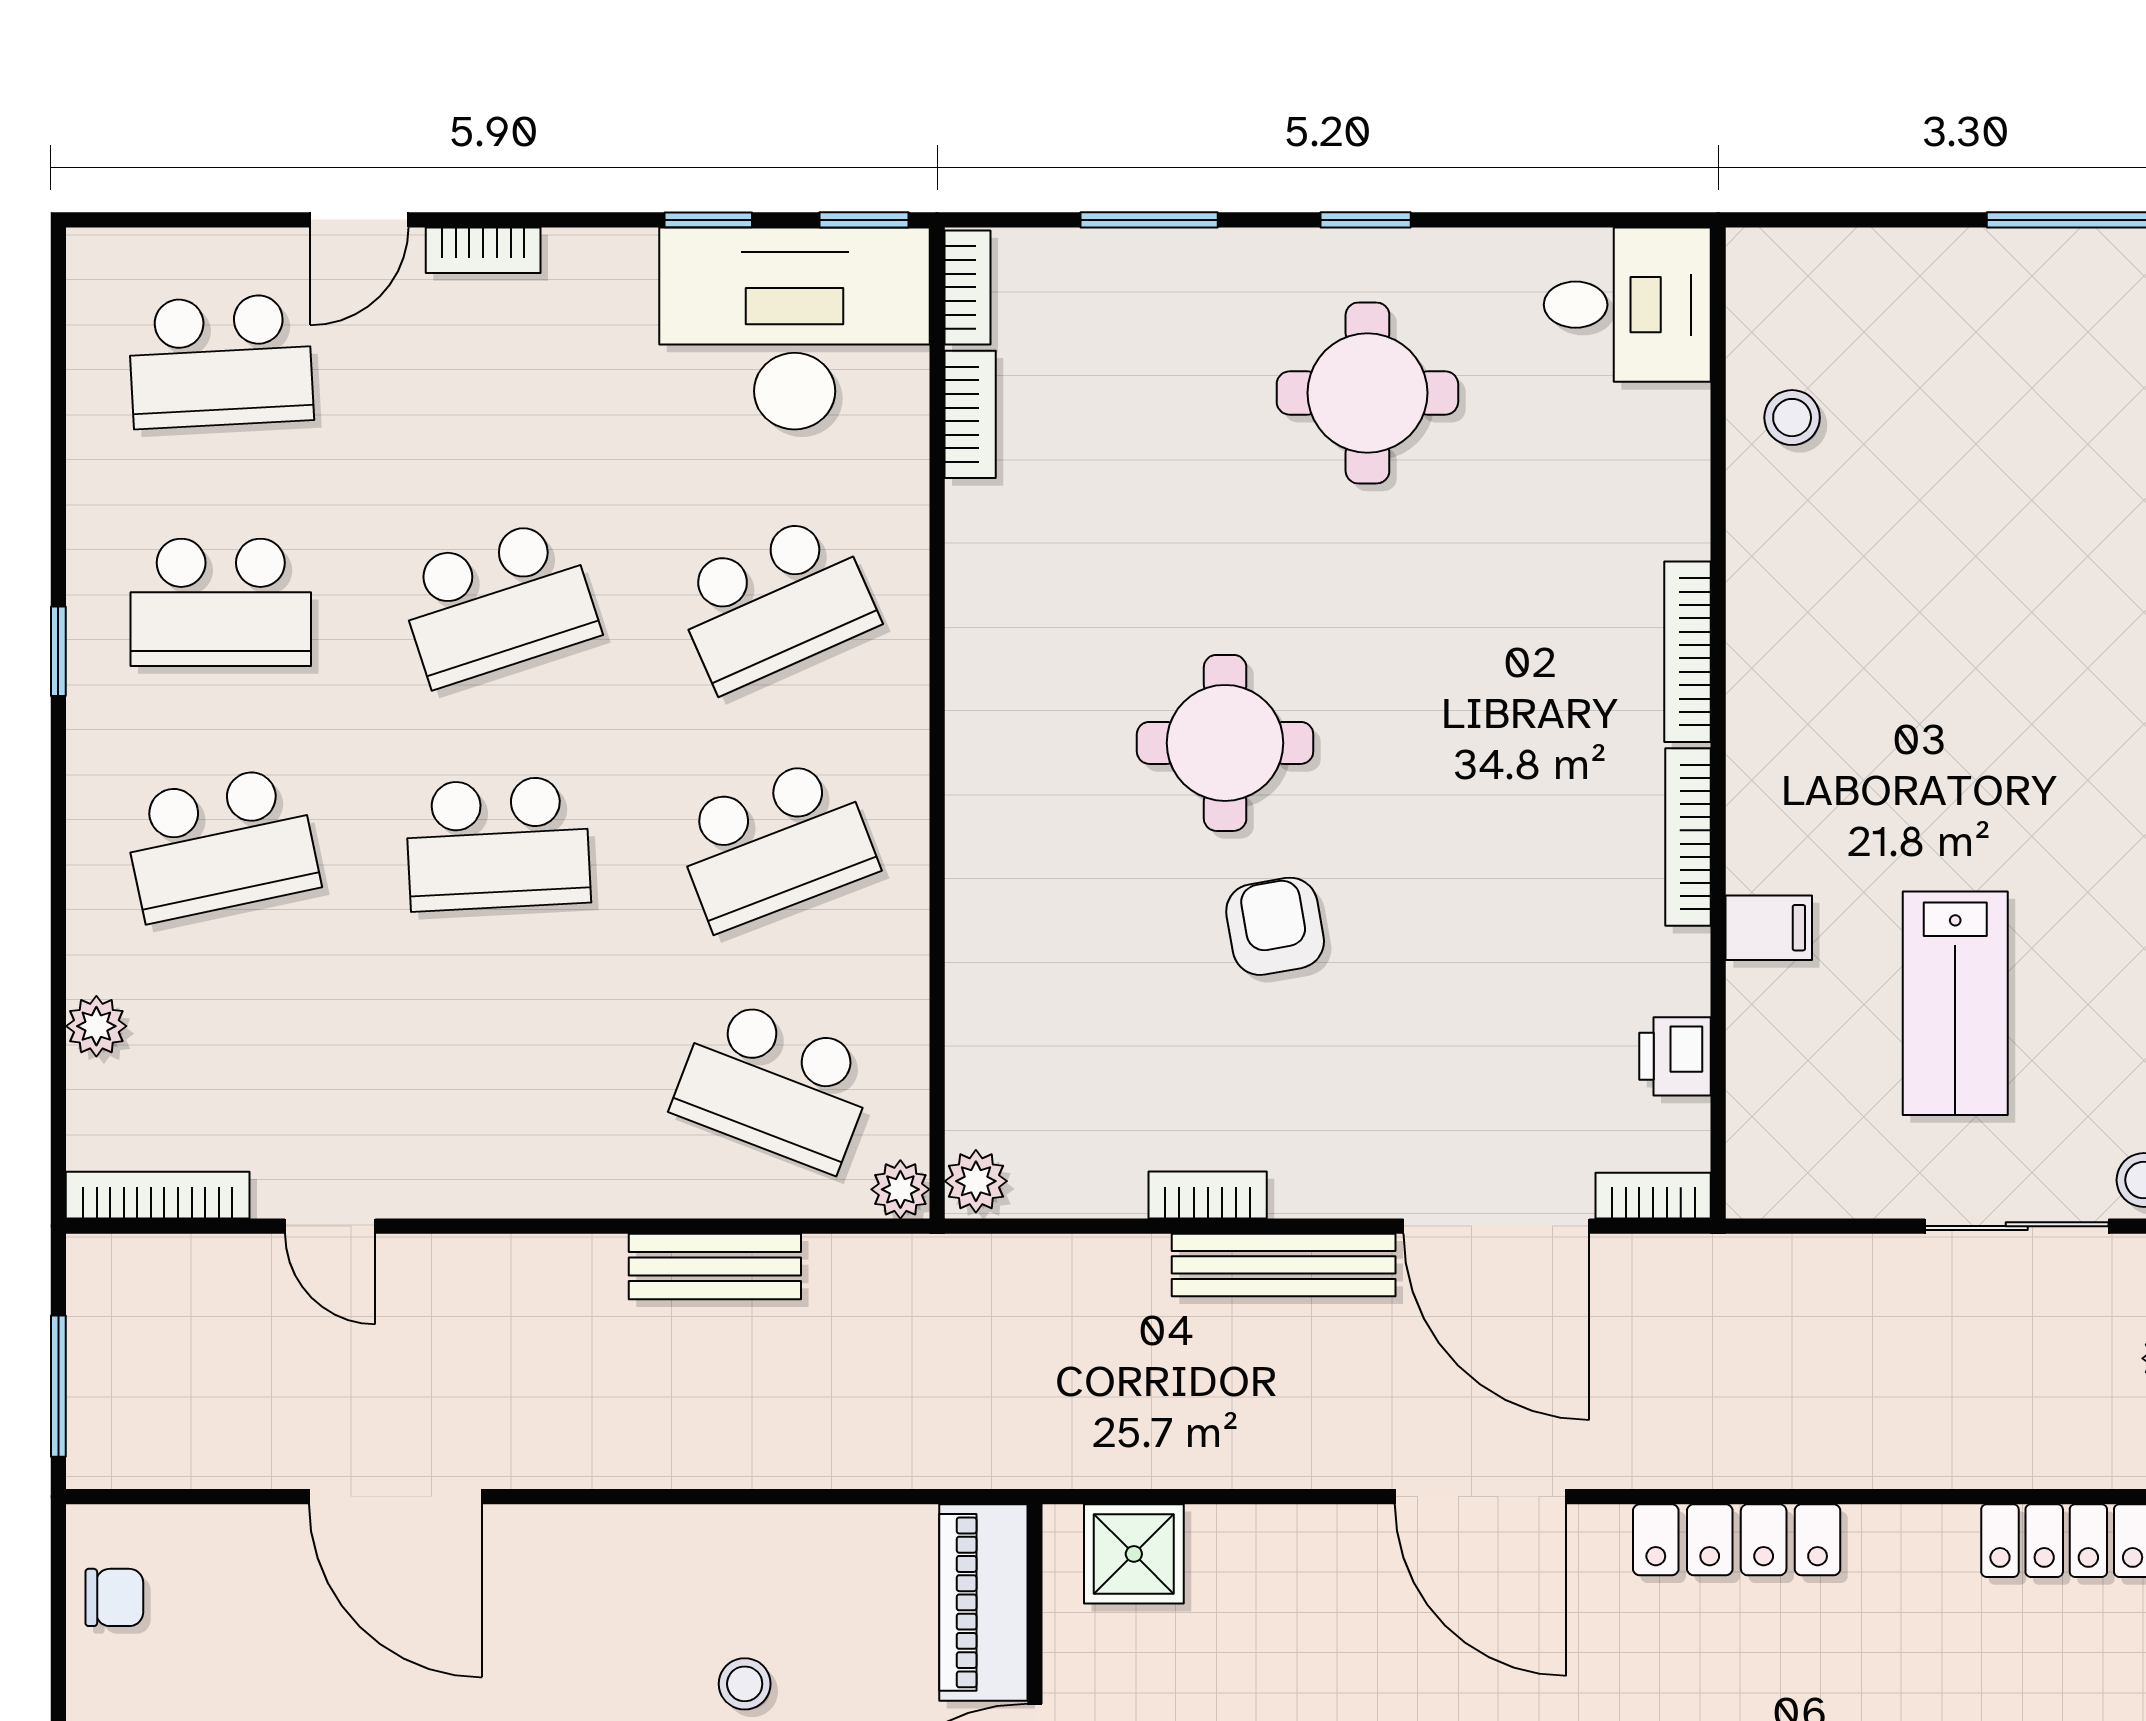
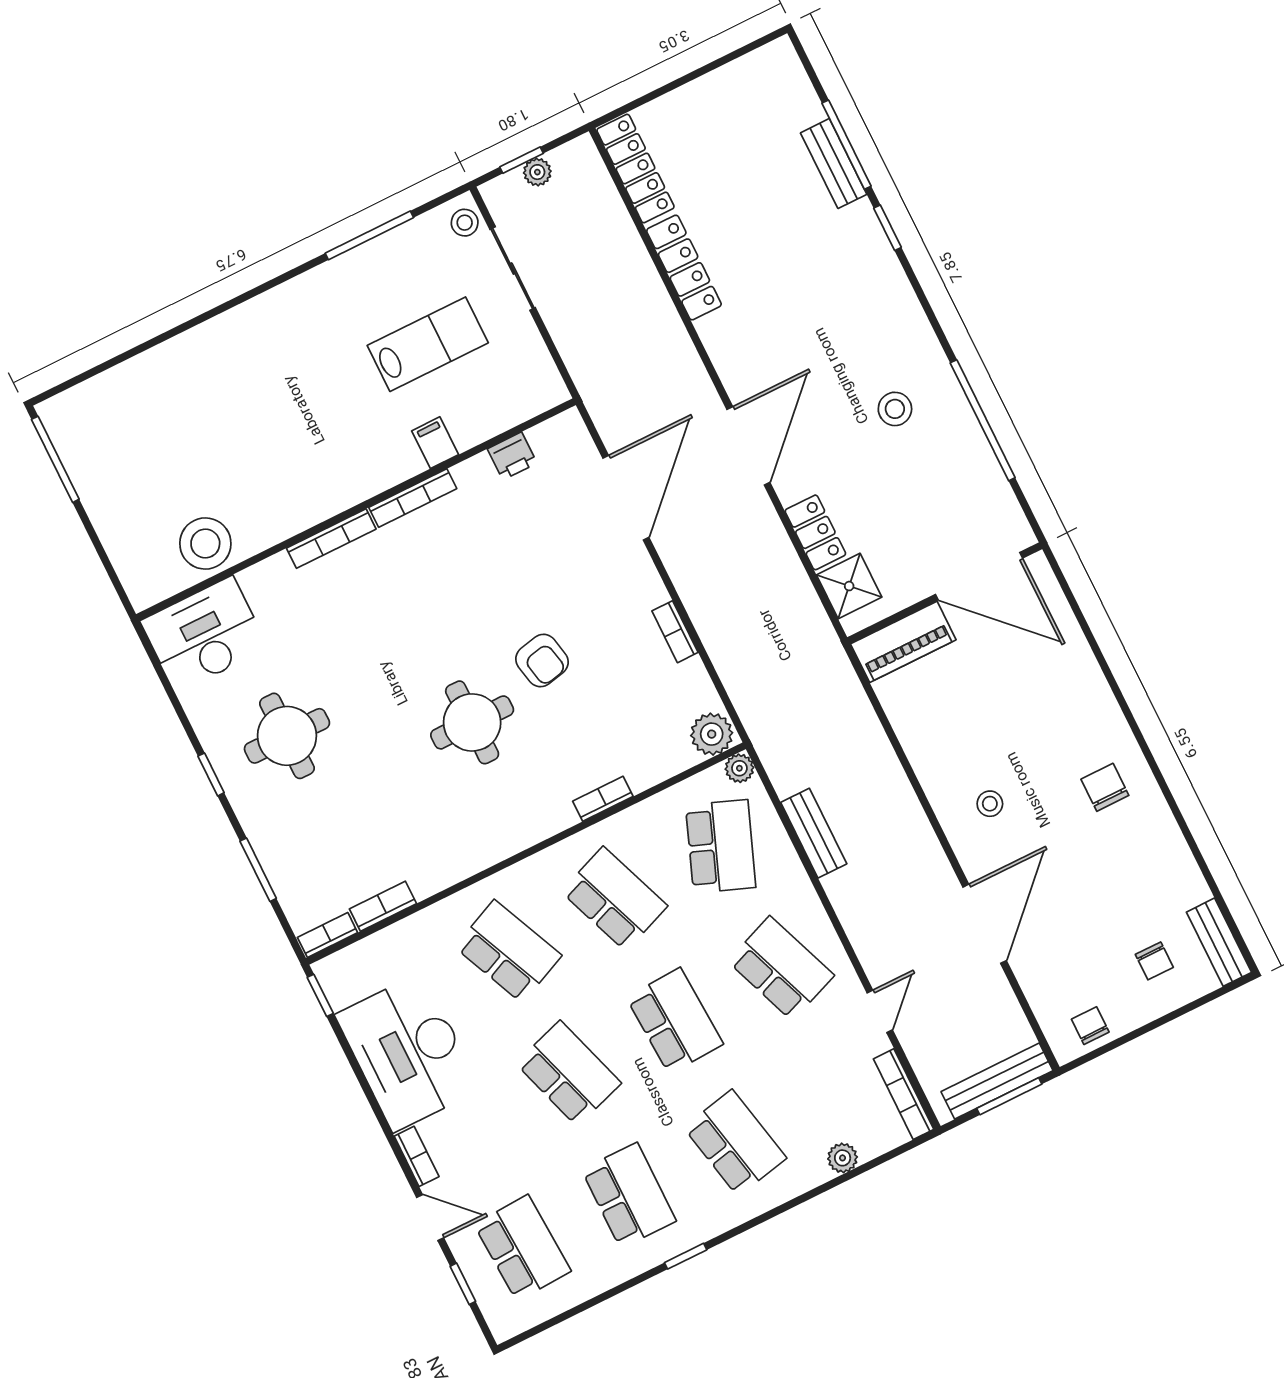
window: (708, 220) -> (463, 1284), moved
desk: (1627, 305) -> (204, 634), width x1.37
desk: (795, 328) -> (408, 1052), moved
stool: (1792, 418) -> (205, 544), width x1.89, depth x1.89
armchair: (1275, 926) -> (542, 660), turned -92
school desk: (498, 1085) -> (781, 968), added
plant: (976, 1181) -> (712, 734), width x1.38, depth x1.38
bookcase: (1653, 1196) -> (603, 799), moved, turned 90
bench: (1284, 1265) -> (997, 1081), moved, turned 90
locker: (1737, 1540) -> (684, 268), moved
locker: (1262, 1541) -> (815, 532), added
stool: (745, 1684) -> (990, 804), moved

